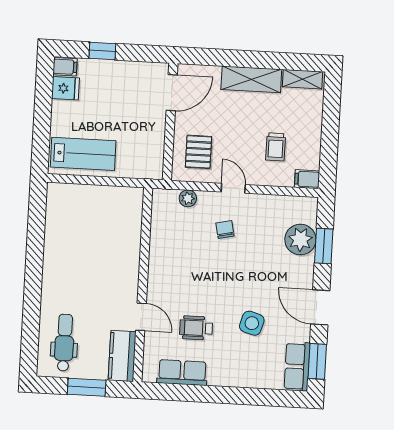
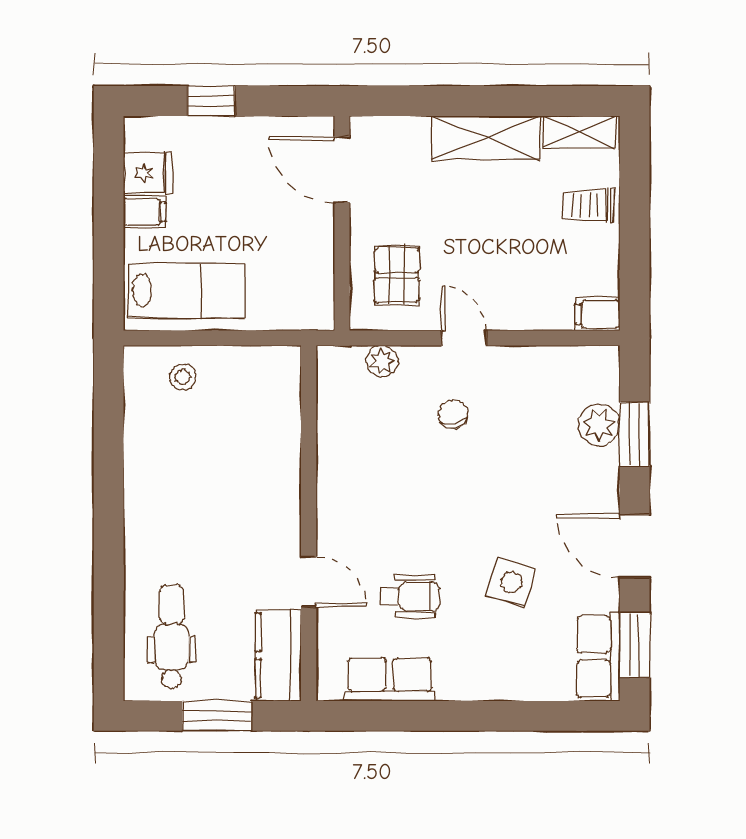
filing cabinet: (65, 67) -> (145, 212), moved
door: (172, 93) -> (342, 170), swing flipped
trolley: (276, 147) -> (589, 205), moved, turned 90
stool: (78, 201) -> (183, 377), added
plant: (300, 240) -> (599, 425), width x0.73, depth x0.73
wheelchair: (196, 328) -> (410, 596), turned 180

